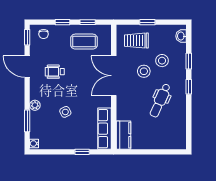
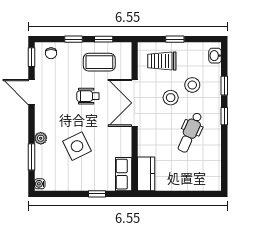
wheelchair: (55, 72) -> (88, 96), moved
side table: (65, 112) -> (77, 146), width x1.87, depth x1.87
row of seats: (104, 129) -> (124, 174), width x0.68

